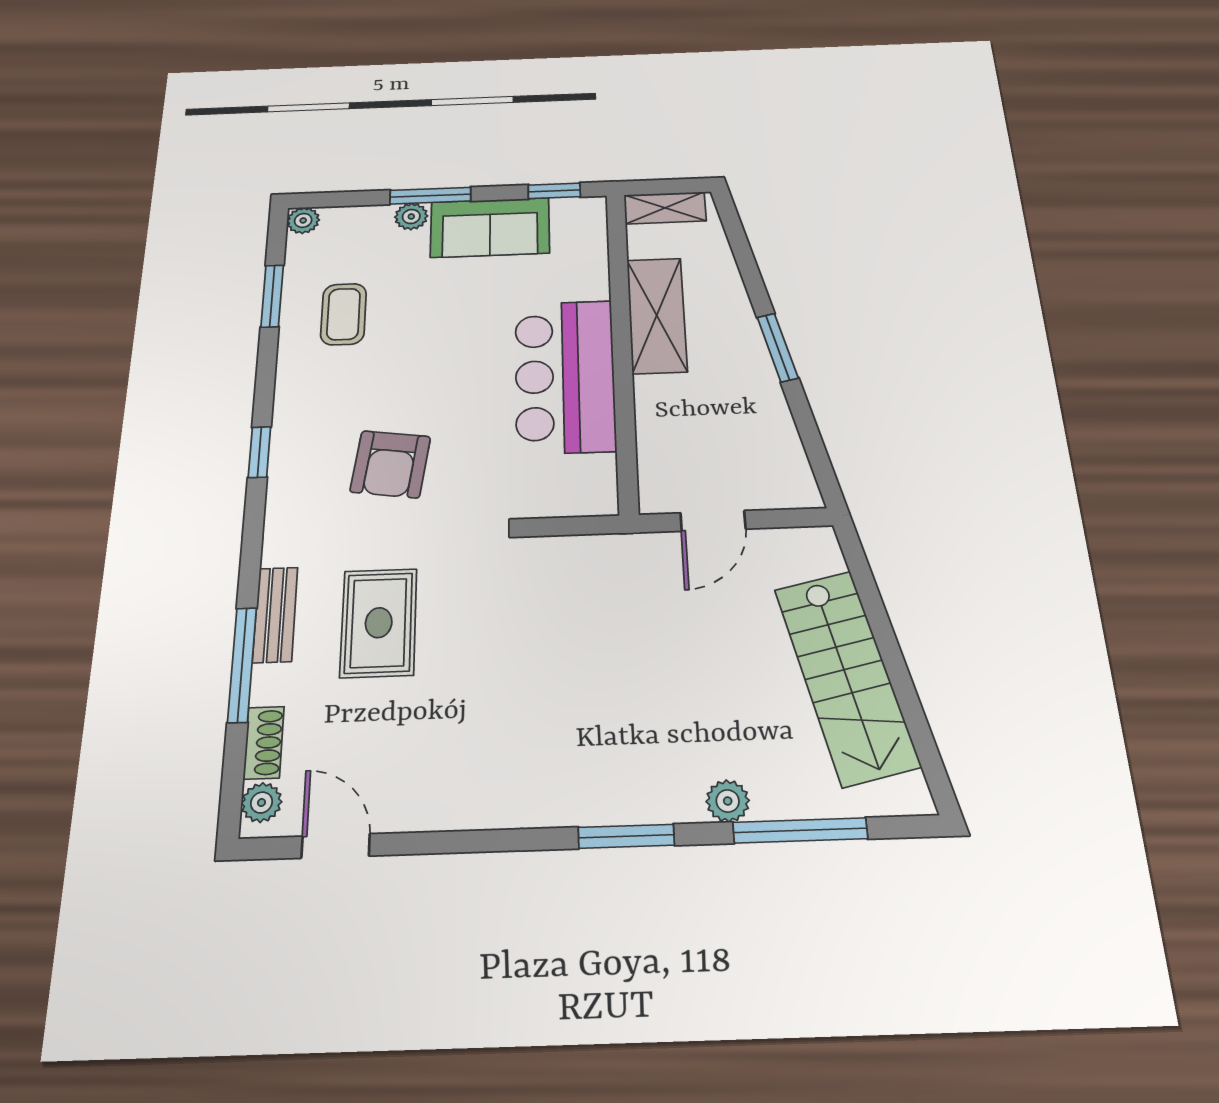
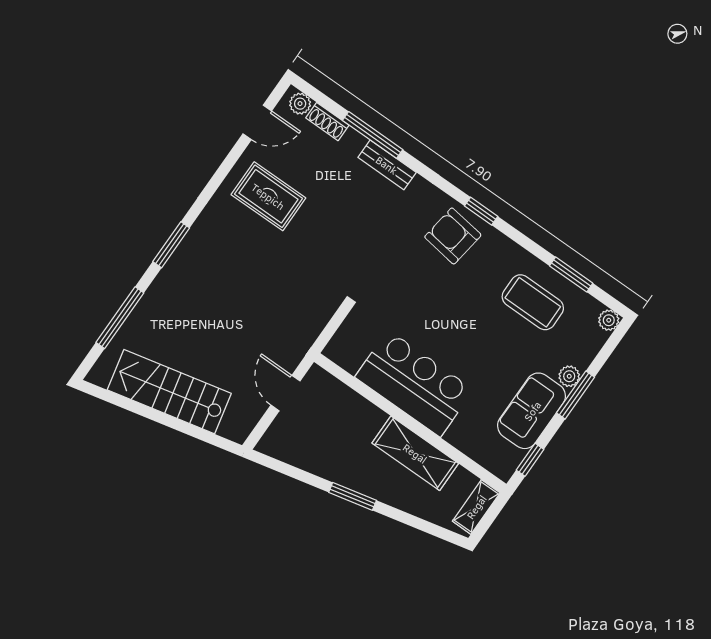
coffee table: (343, 314) -> (533, 302), width x1.36, depth x1.30
armchair: (390, 464) -> (453, 236), moved
rug: (379, 623) -> (268, 196), moved
plant: (728, 801) -> (154, 298), removed

